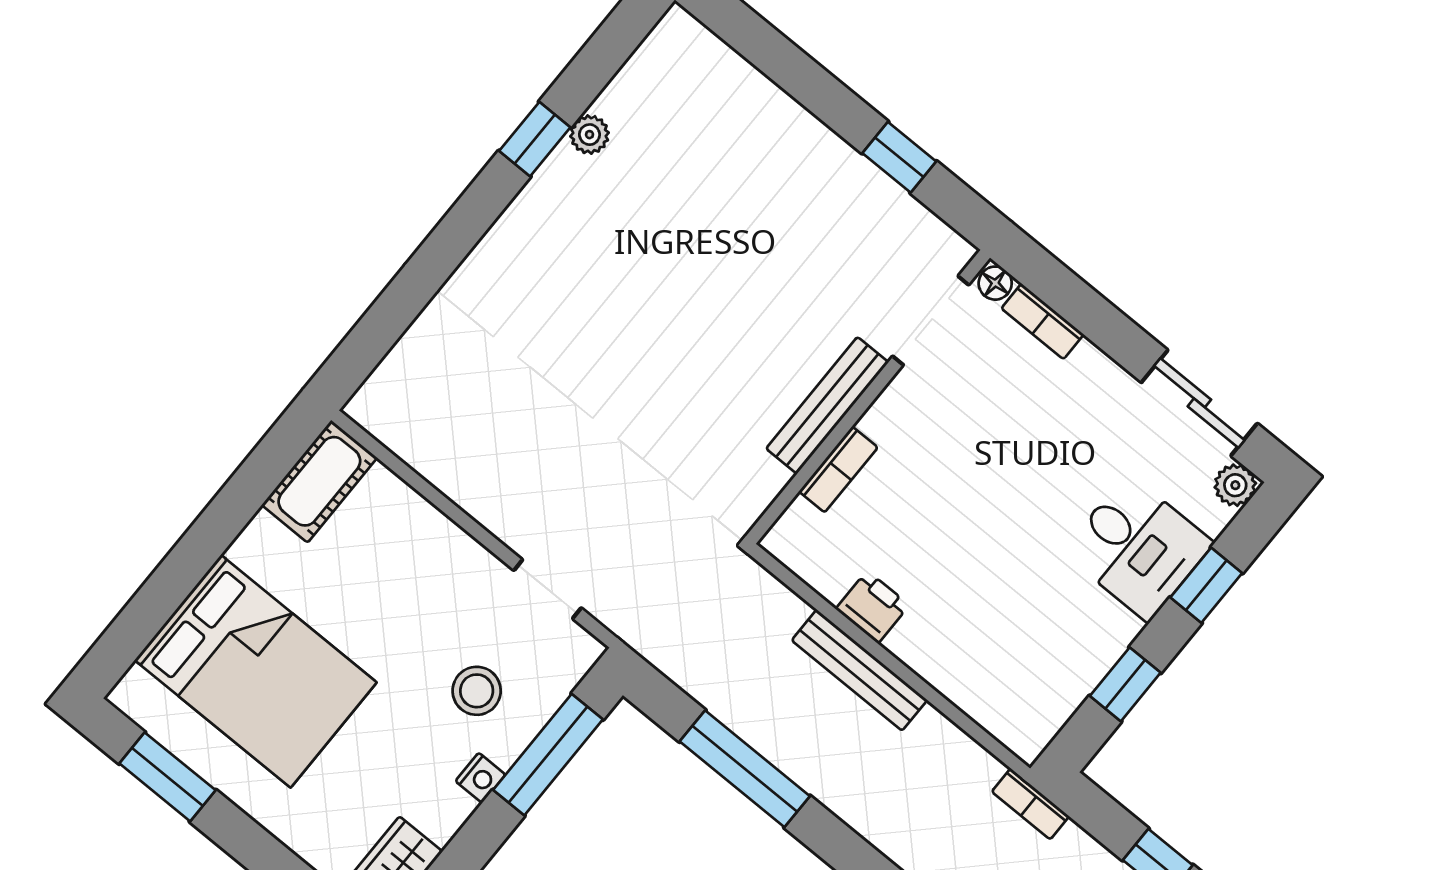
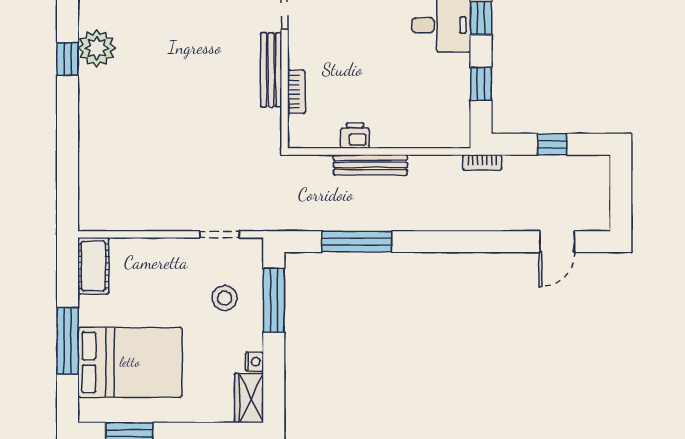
plant: (589, 135) -> (97, 48), width x1.88, depth x1.88
window: (189, 562) -> (68, 340), added
nightstand: (480, 778) -> (254, 362), moved

